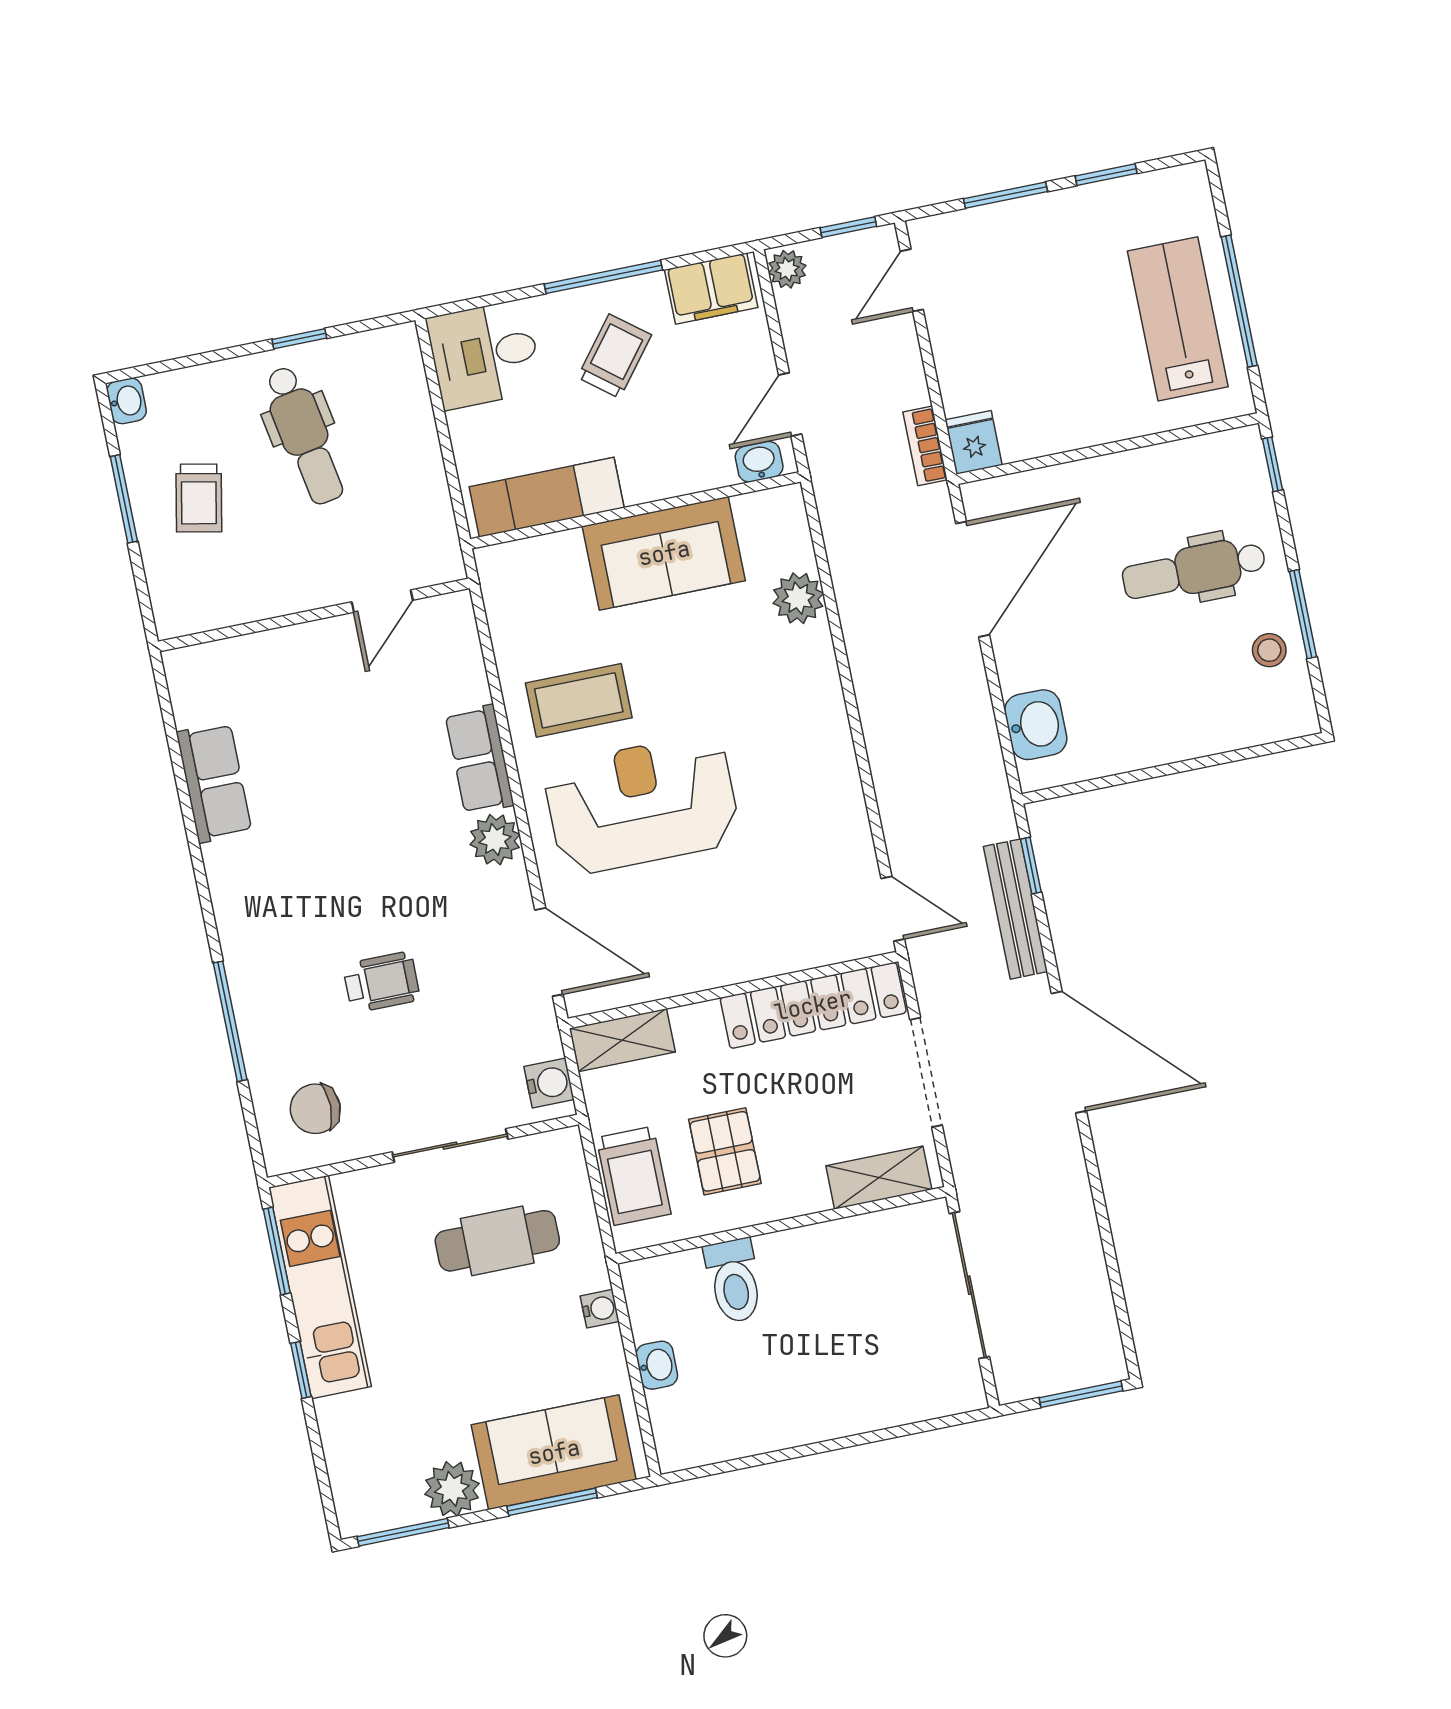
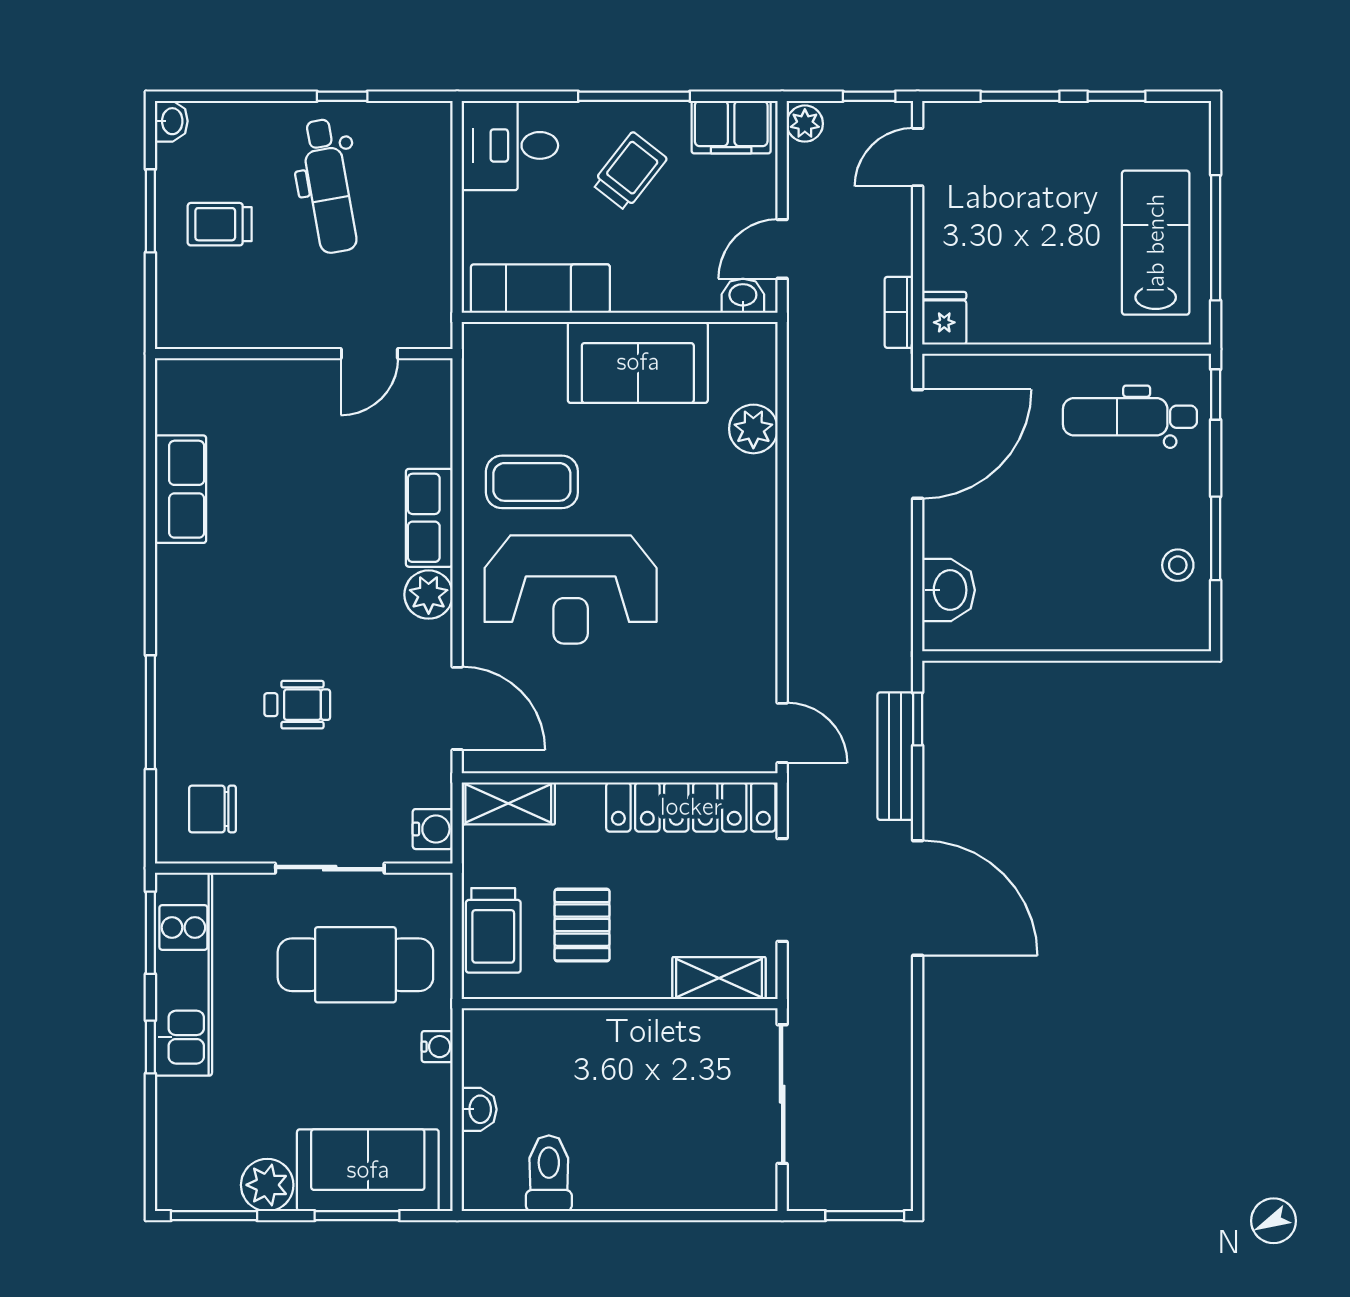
trolley: (199, 498) -> (220, 224), turned 79
dental chair: (1194, 570) -> (1130, 417), moved
reception desk: (642, 804) -> (571, 589), turned 180
cafe table: (497, 1241) -> (355, 965), width x1.37, depth x1.35
toilet: (734, 1281) -> (549, 1173), moved, turned 180

